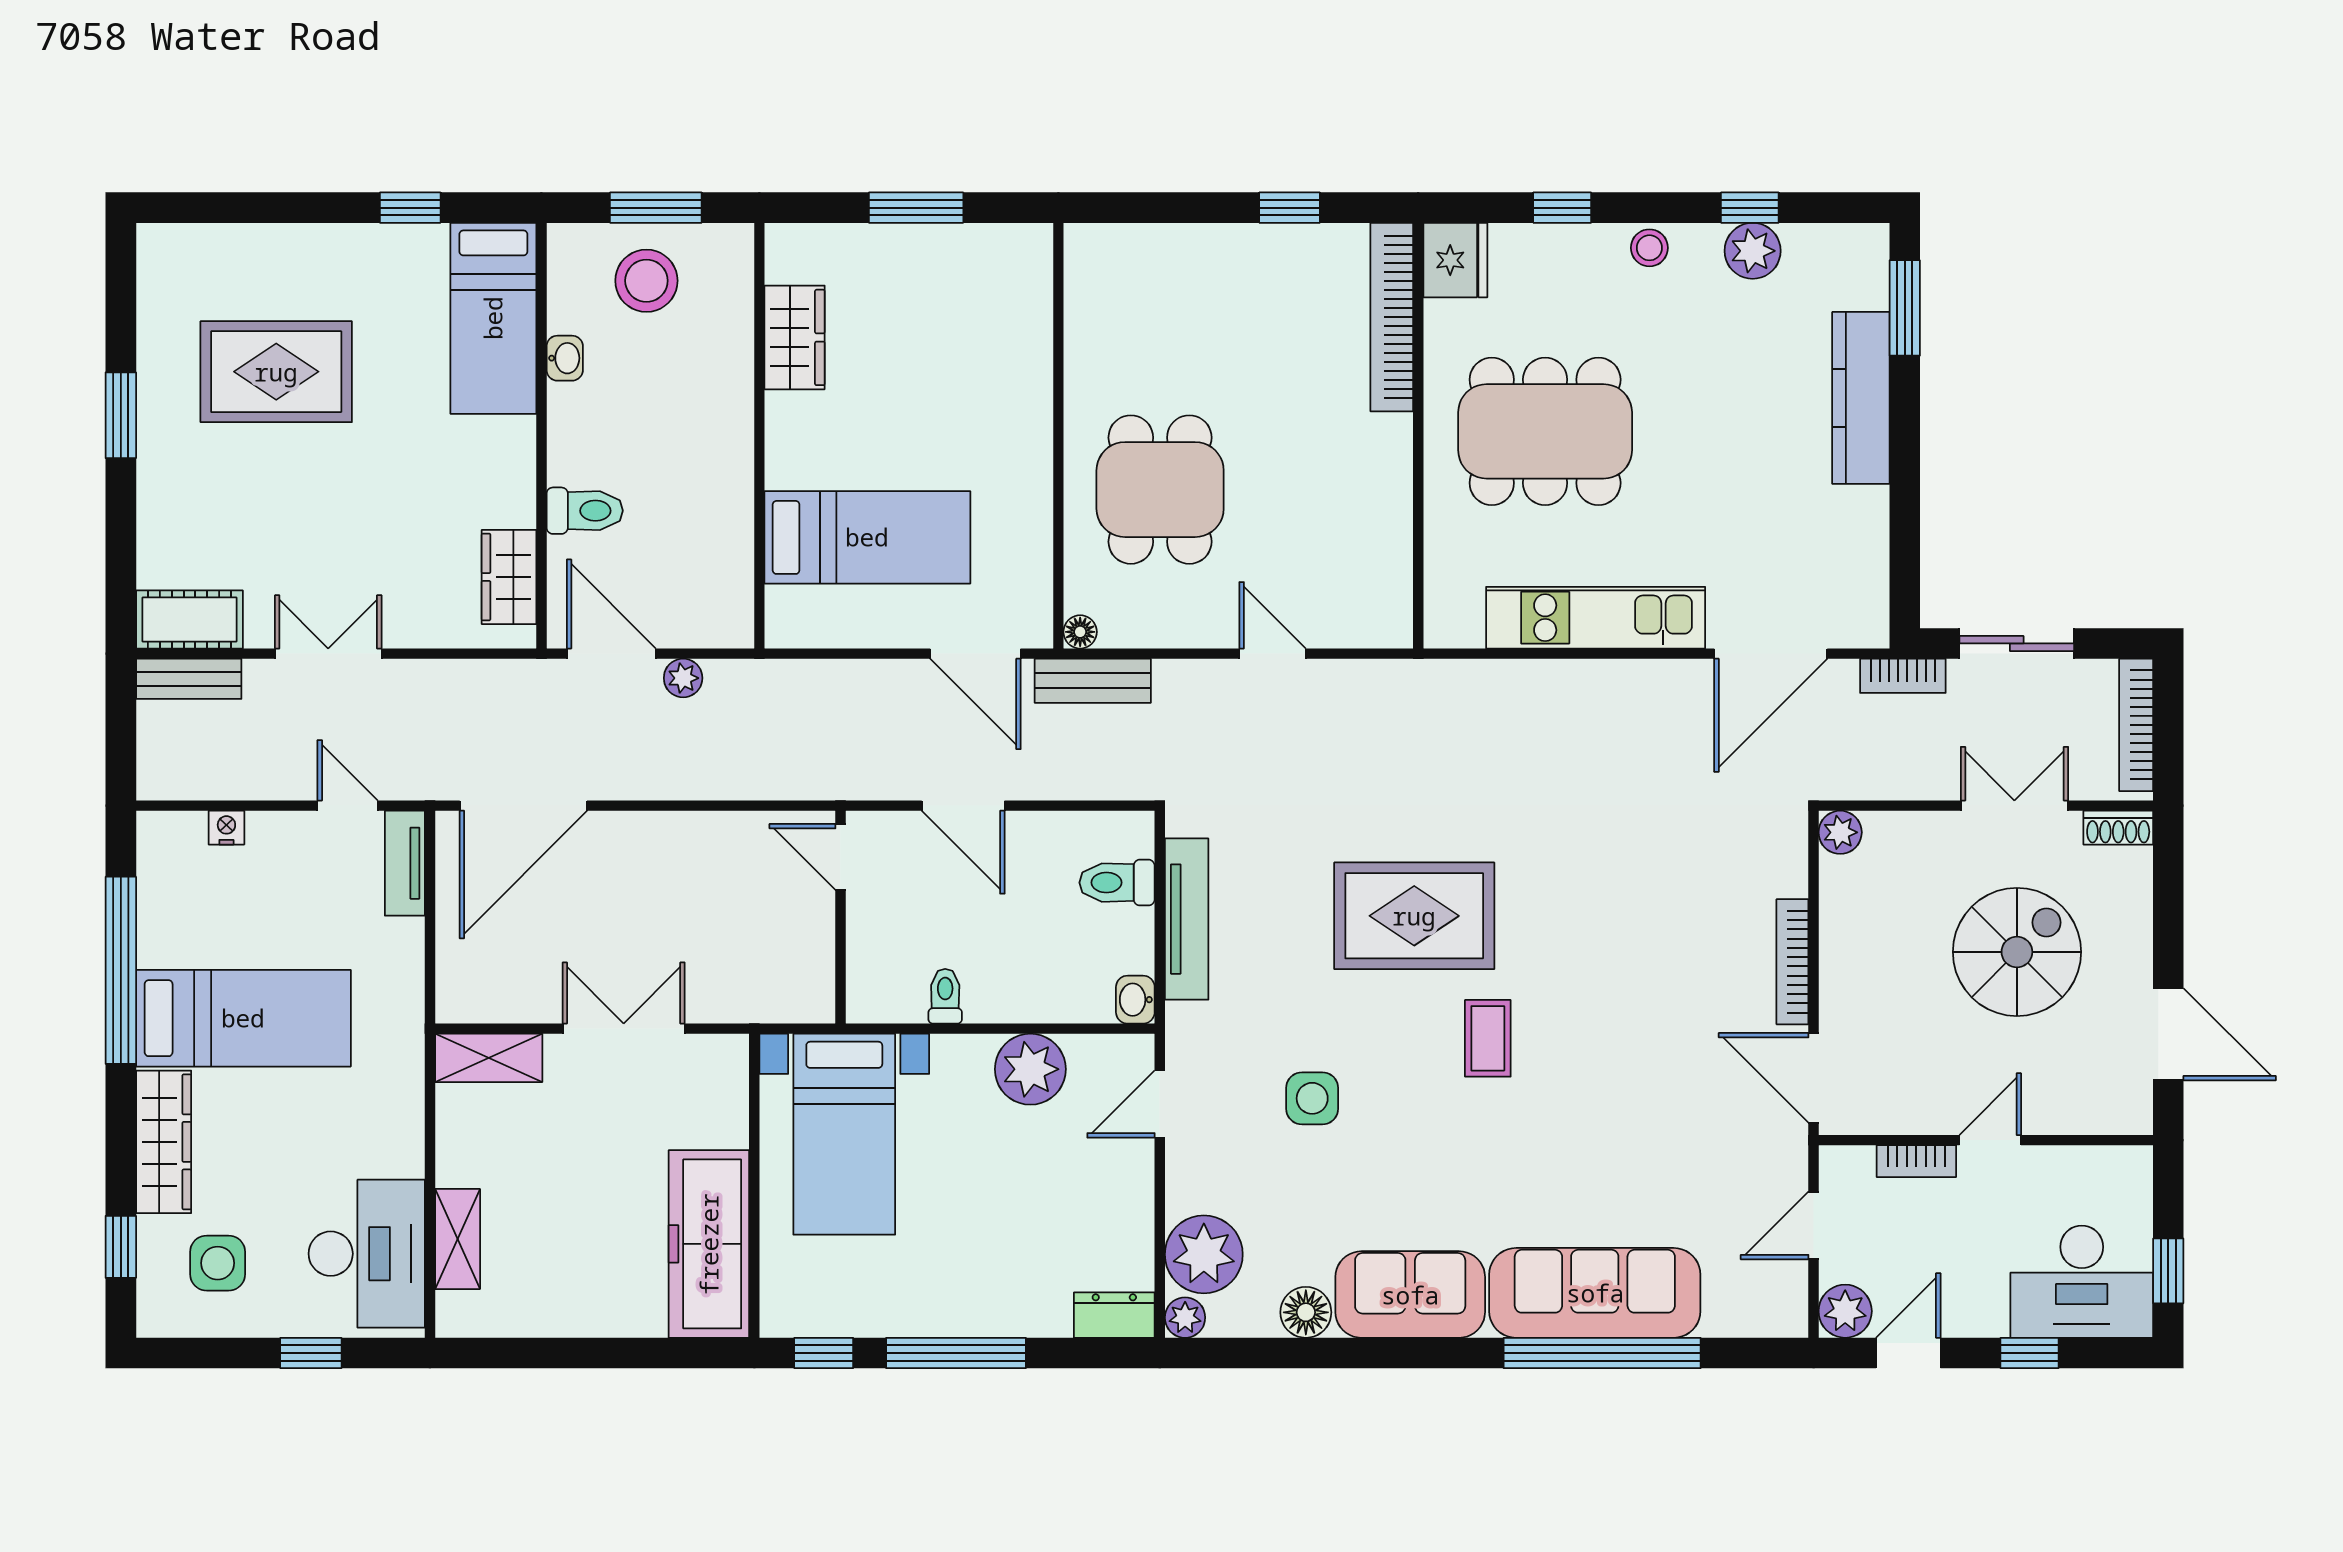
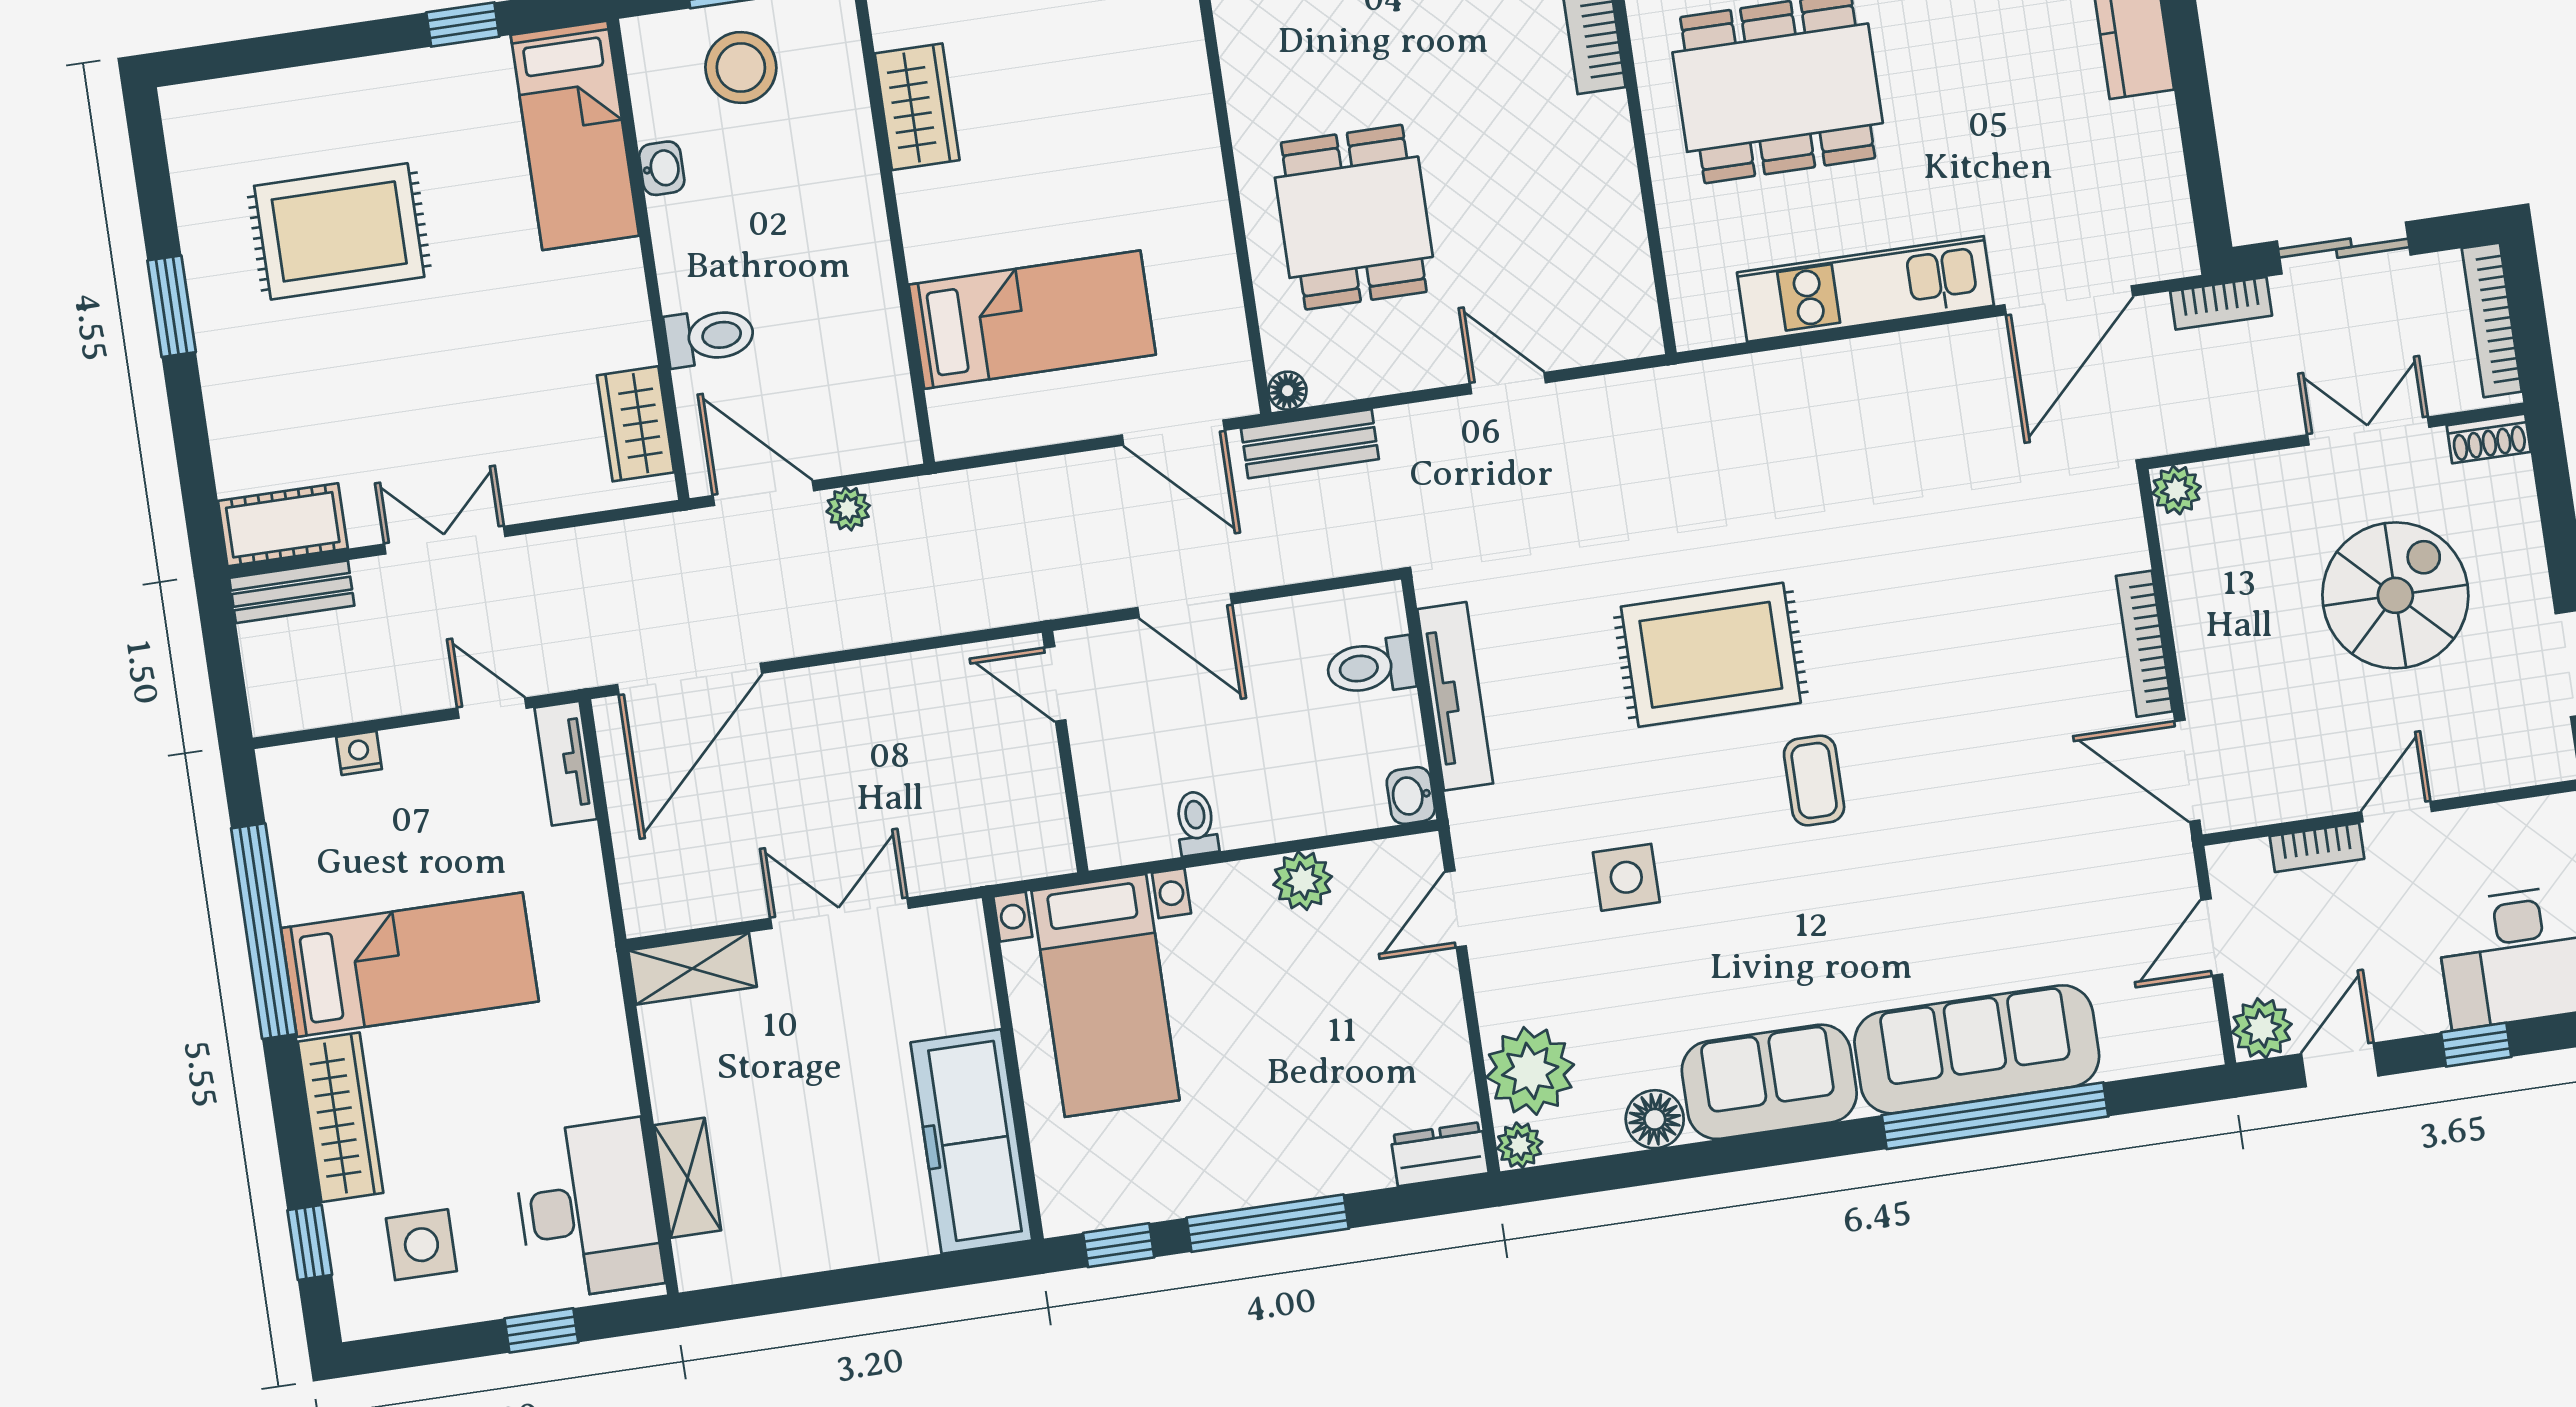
plant: (1030, 1069) -> (1303, 881), width x0.73, depth x0.73

